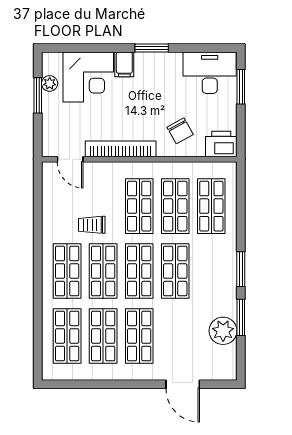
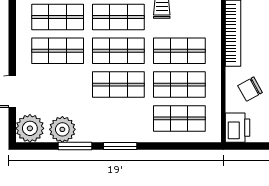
plant: (222, 365) -> (30, 128), added

